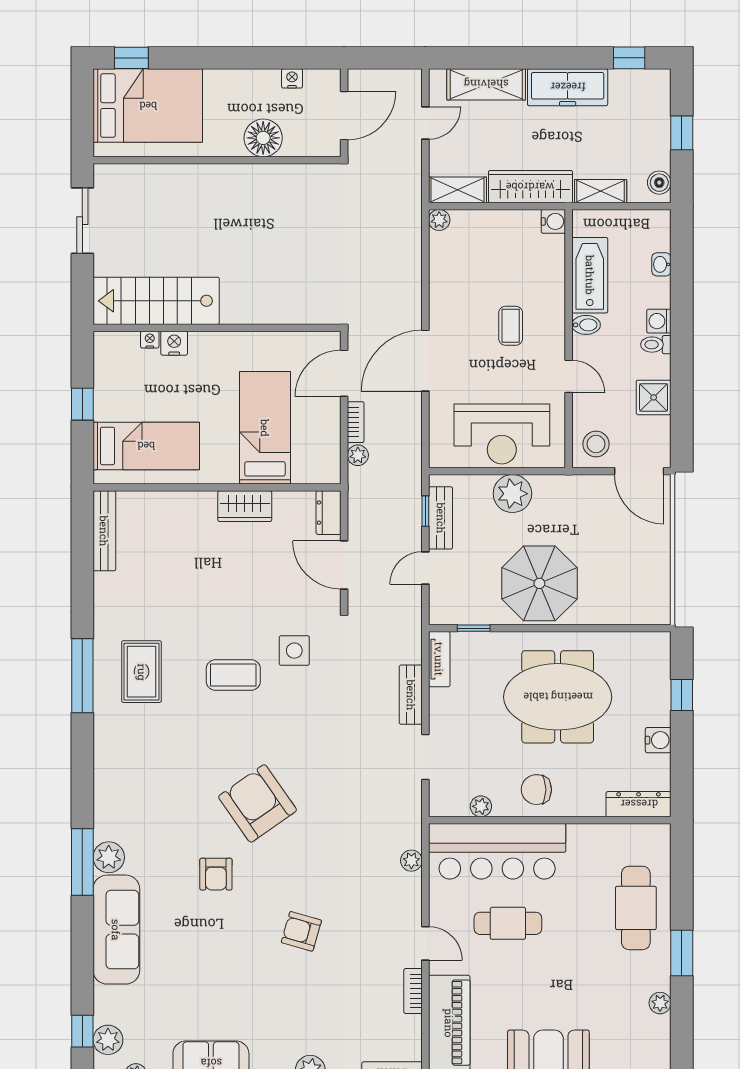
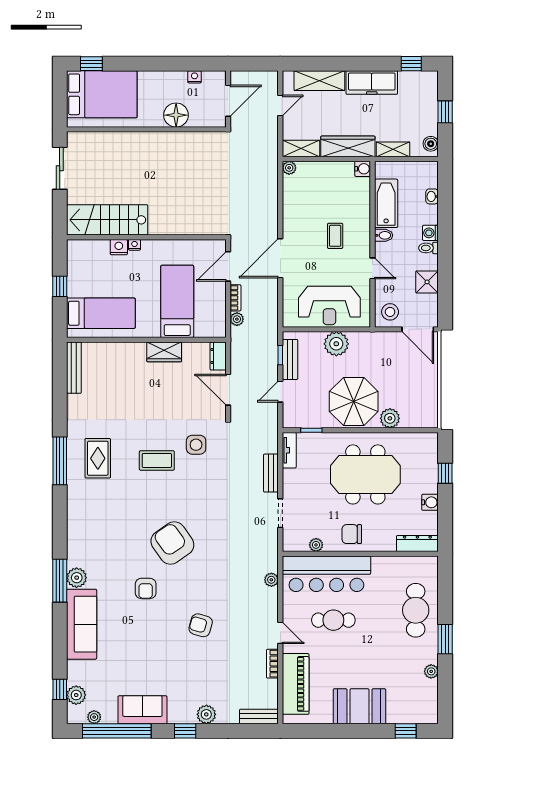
nightstand: (150, 340) -> (134, 245), moved
plant: (596, 609) -> (390, 418), added

